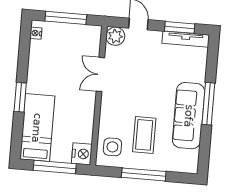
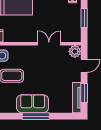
window: (66, 18) -> (84, 18), width x0.69
sofa: (189, 116) -> (33, 104), width x0.73

